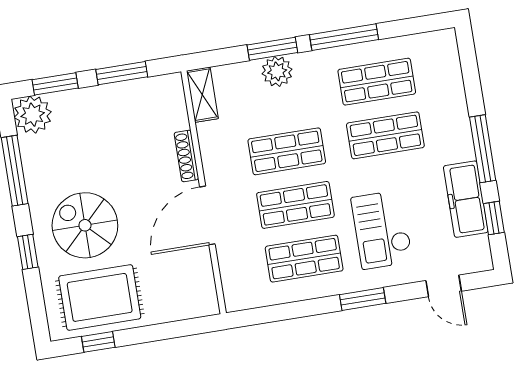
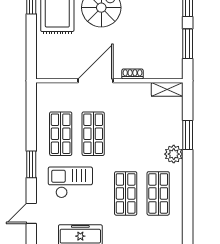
window: (344, 37) -> (188, 178), removed
plant: (277, 71) -> (174, 154), moved
shop shelf: (287, 151) -> (126, 134), removed
shoe rack: (186, 156) -> (132, 74), width x0.70
door: (207, 215) -> (95, 81), hinge flipped

